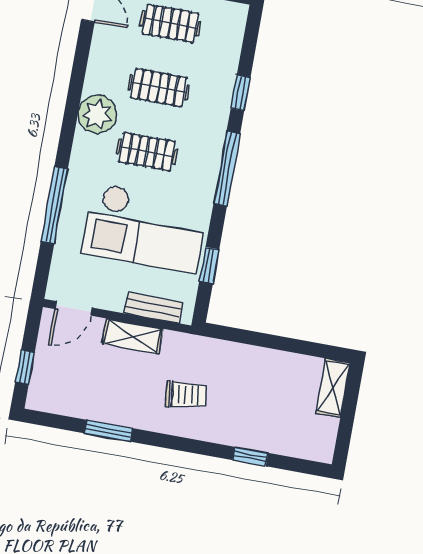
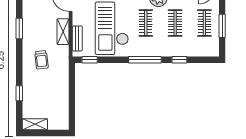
window: (209, 265) -> (90, 60), moved
shelving: (333, 388) -> (35, 124), moved

